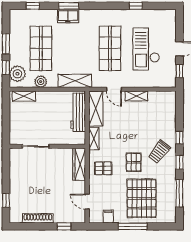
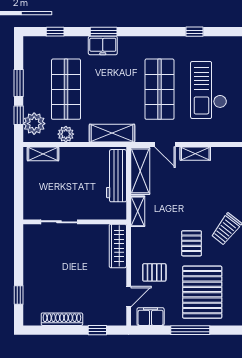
pallet: (103, 168) -> (154, 272), moved
door: (87, 202) -> (129, 297), swing flipped
filing cabinet: (108, 216) -> (151, 317), width x2.00

